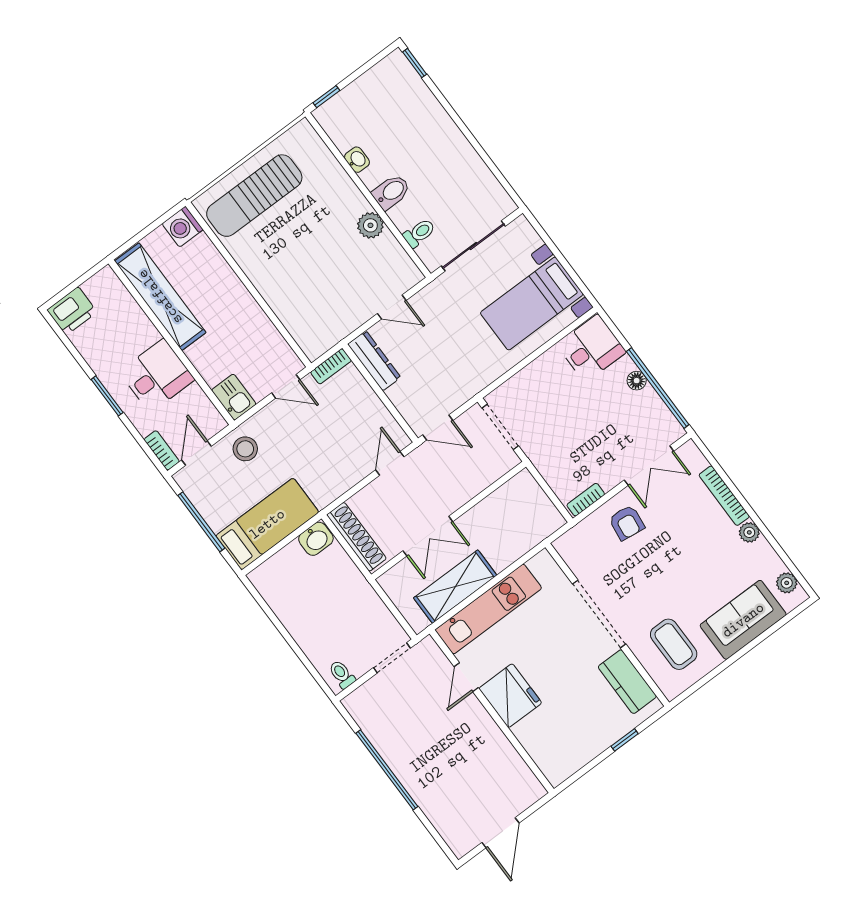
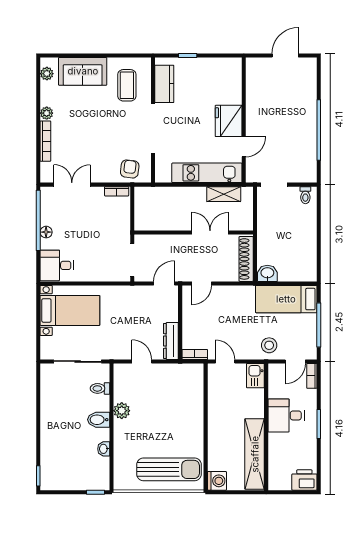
door: (438, 428) -> (164, 283), hinge flipped
armchair: (627, 523) -> (130, 169), moved
shelving: (455, 587) -> (224, 194), width x0.67, depth x0.75

